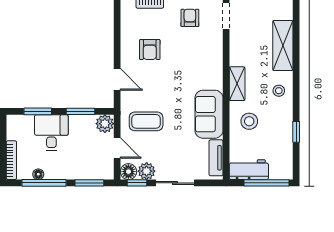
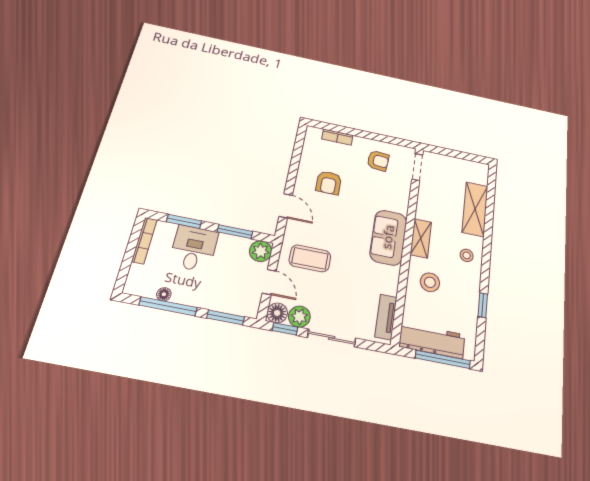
armchair: (190, 18) -> (378, 161), turned 95
sofa: (209, 114) -> (388, 237), moved
bookcase: (11, 160) -> (144, 240), moved
workbench: (249, 170) -> (432, 341), width x1.38

